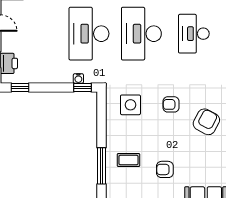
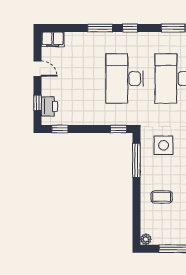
water cooler: (78, 78) -> (115, 120), removed
window: (102, 166) -> (136, 160), moved

